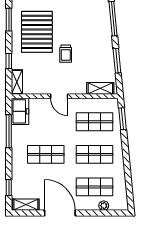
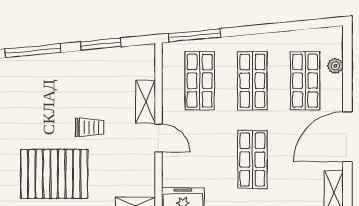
shelving: (100, 88) -> (146, 102), moved
door: (59, 96) -> (158, 138), hinge flipped
window: (122, 119) -> (195, 35), width x1.44

